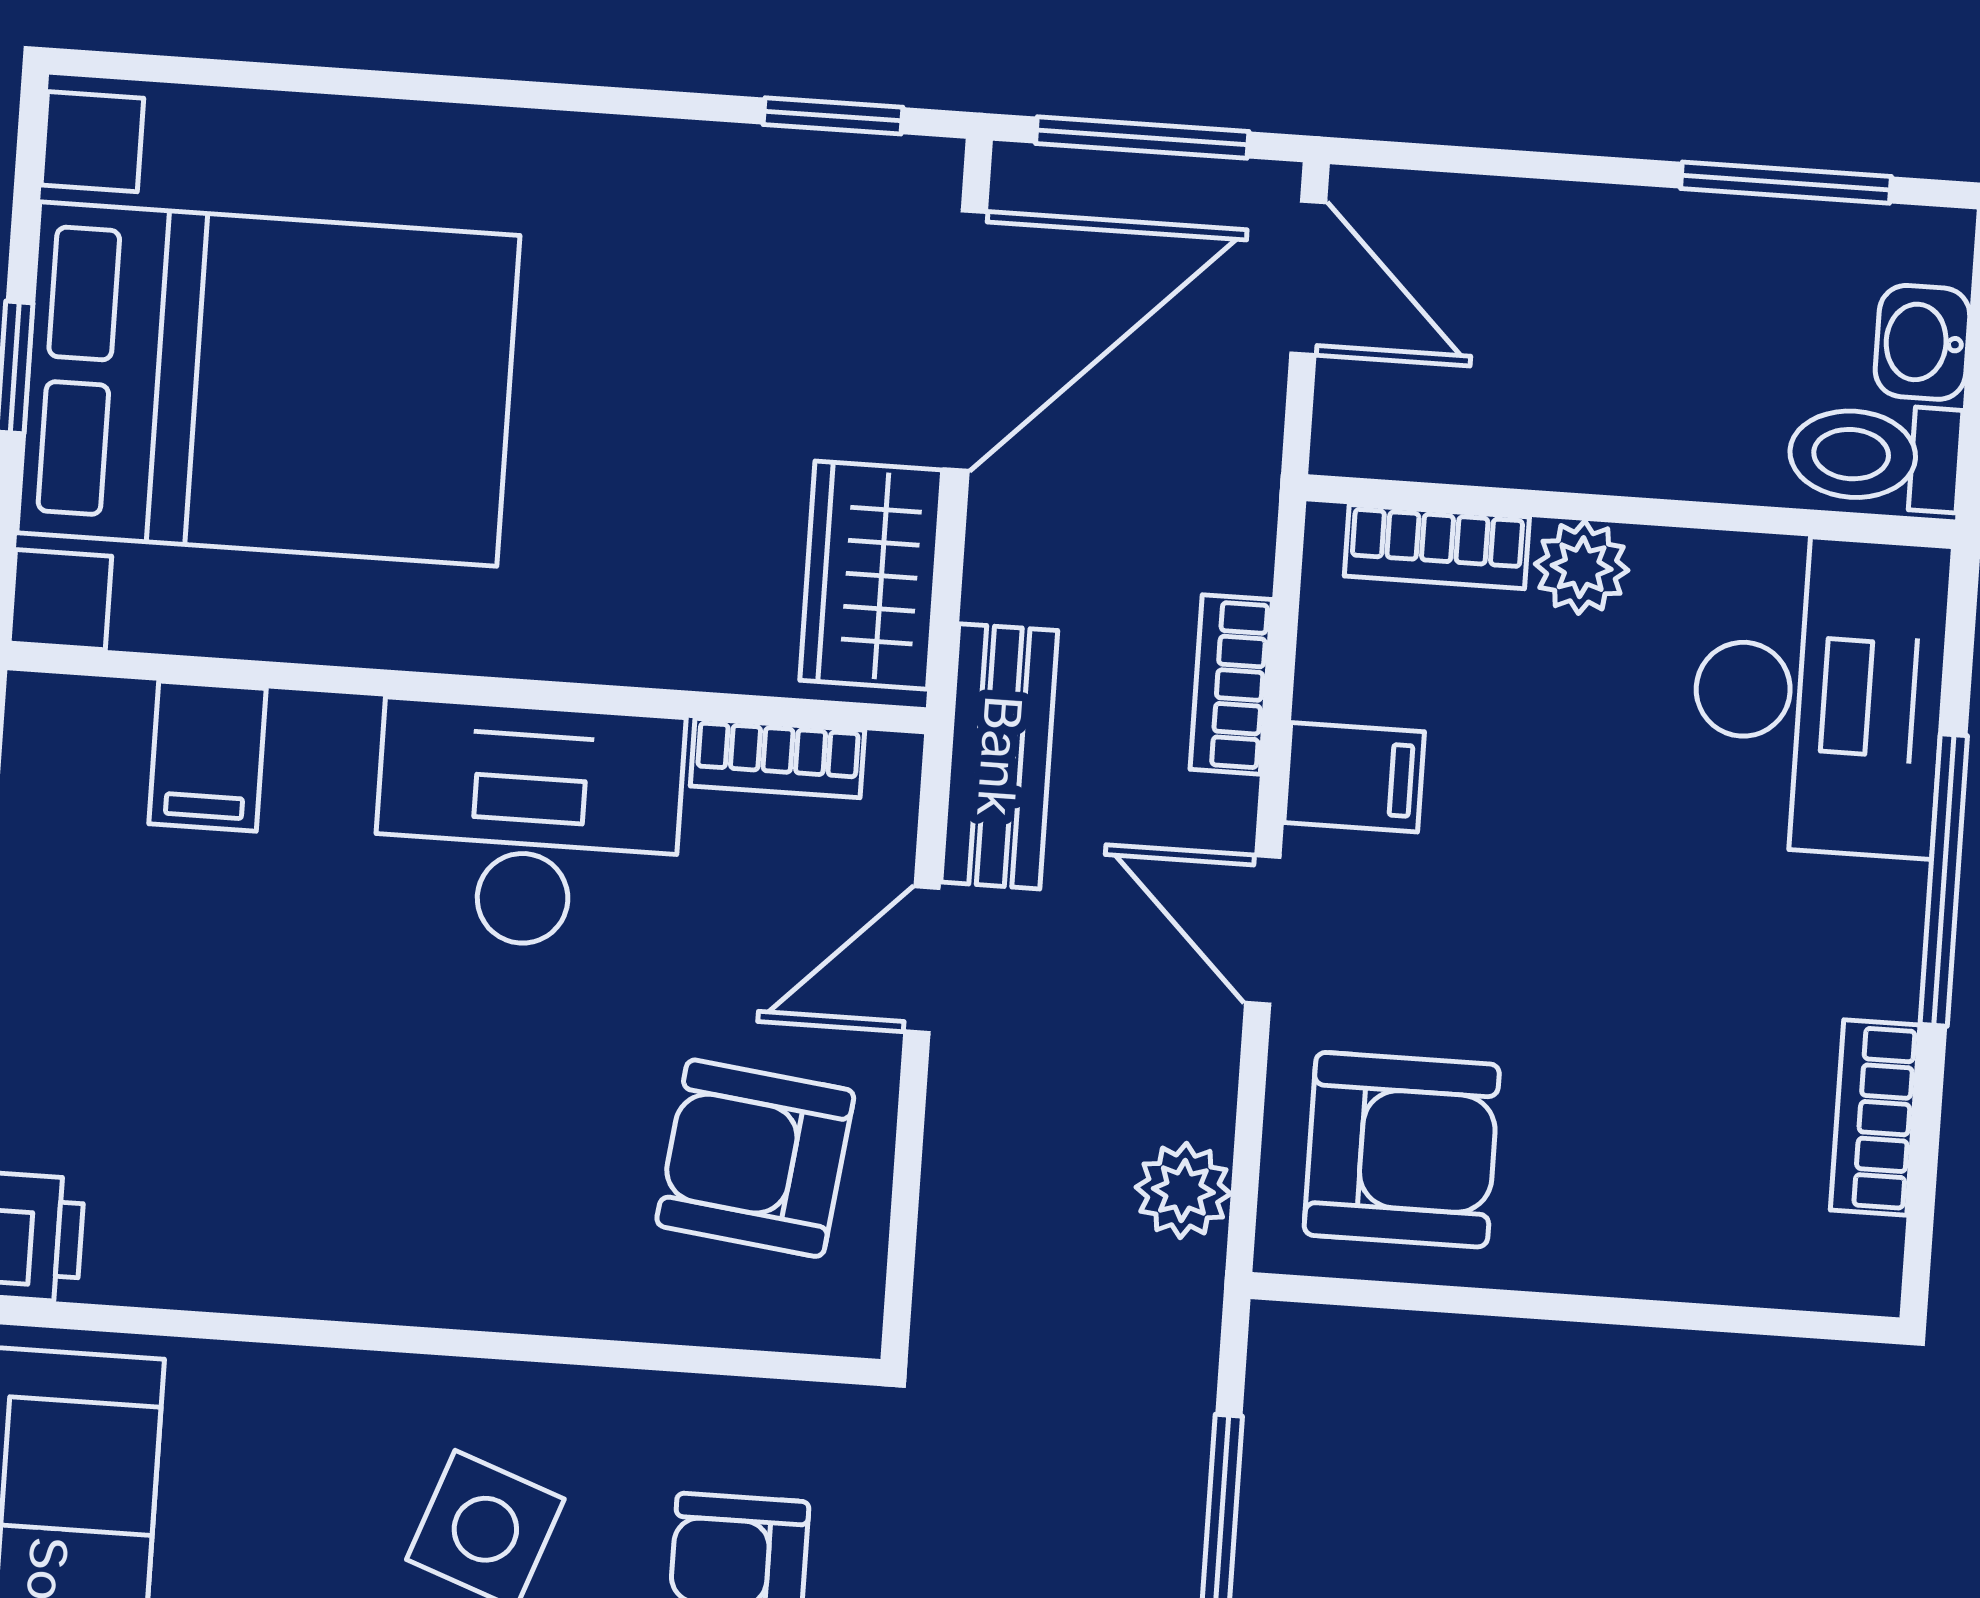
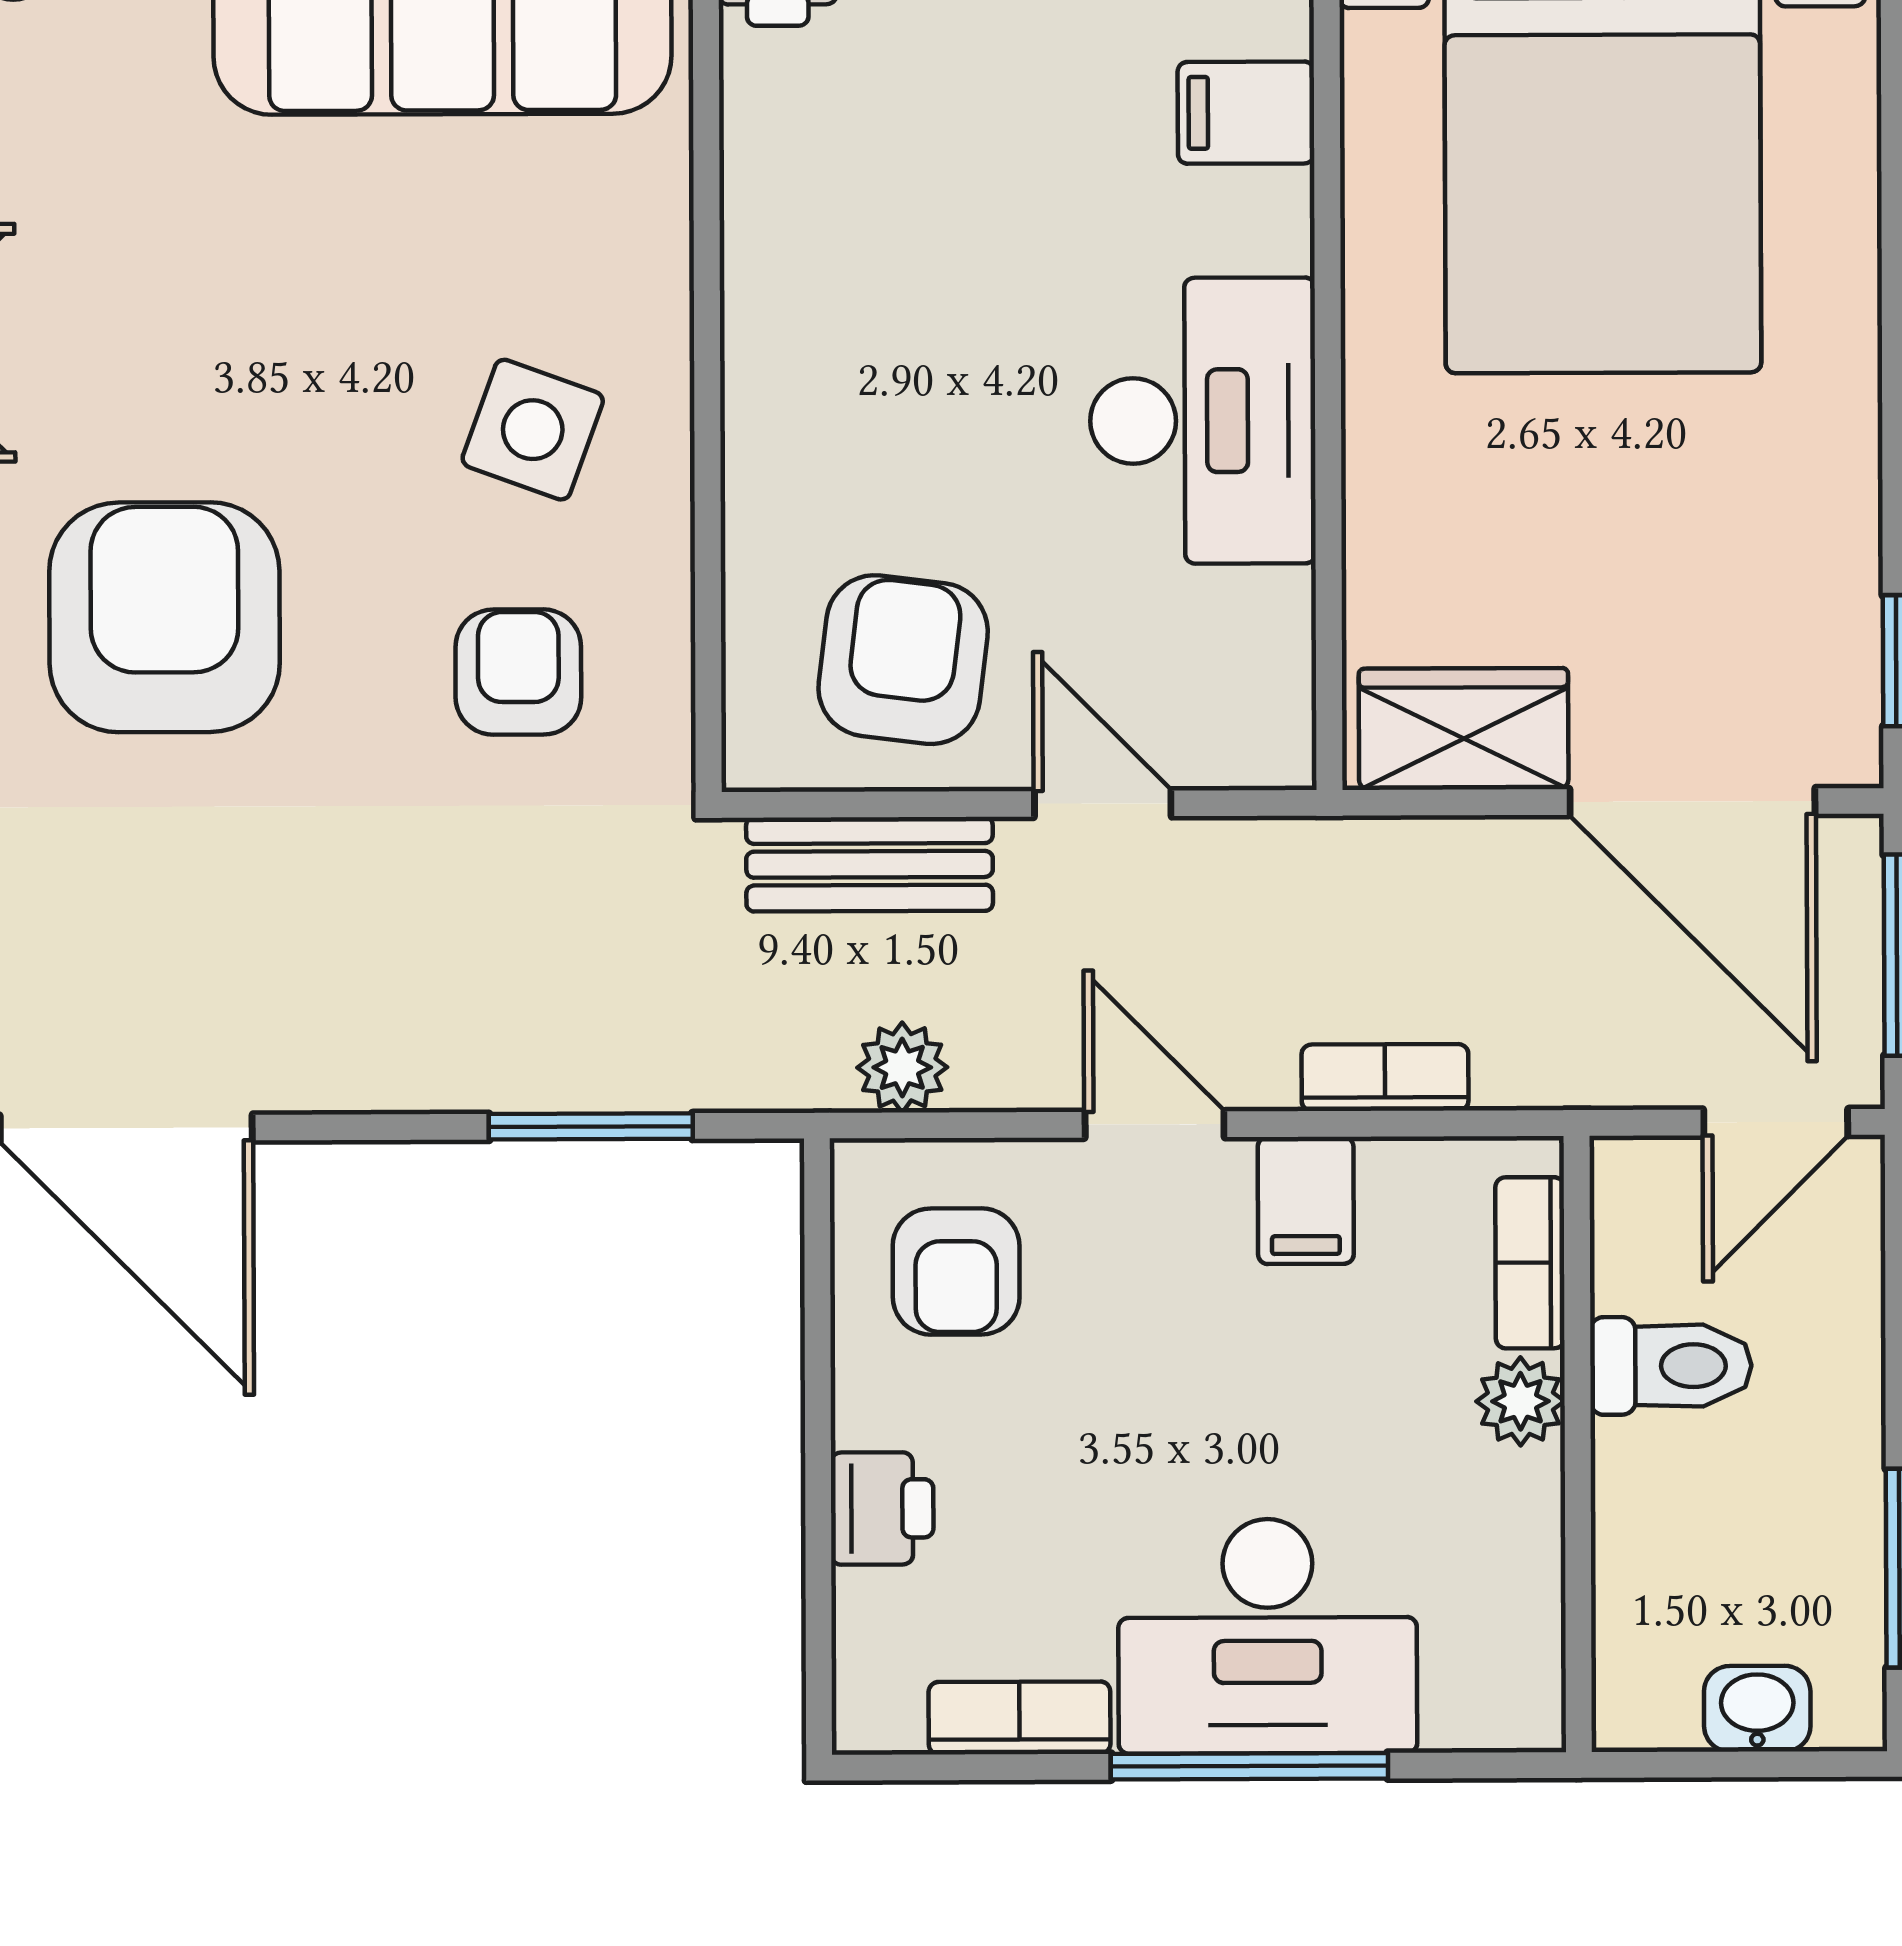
toilet: (1875, 456) -> (1671, 1366), moved, turned 90
desk: (1819, 695) -> (1268, 1636), moved
bench: (999, 756) -> (870, 864), moved
bookcase: (777, 758) -> (1284, 653), removed
door: (1263, 930) -> (1155, 1124), hinge flipped
armchair: (1402, 1150) -> (956, 1271), width x0.72, depth x0.72
printer: (1645, 1246) -> (882, 1508), added

